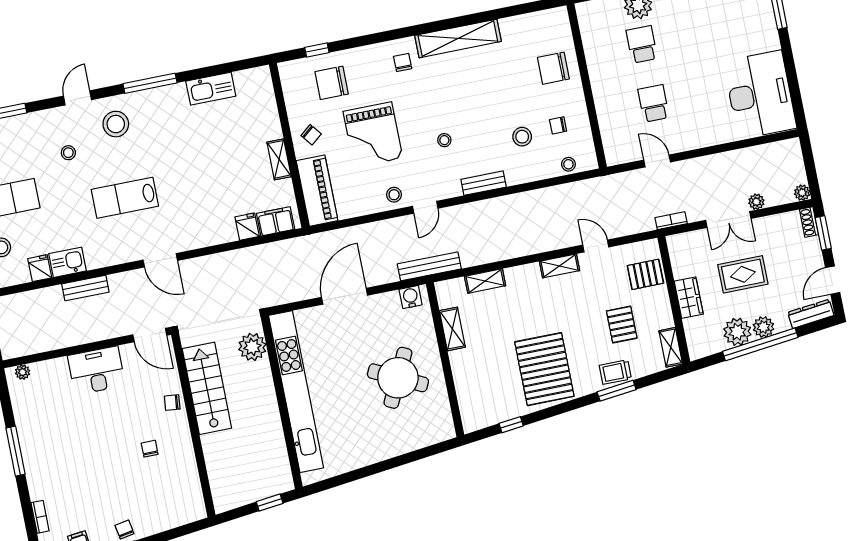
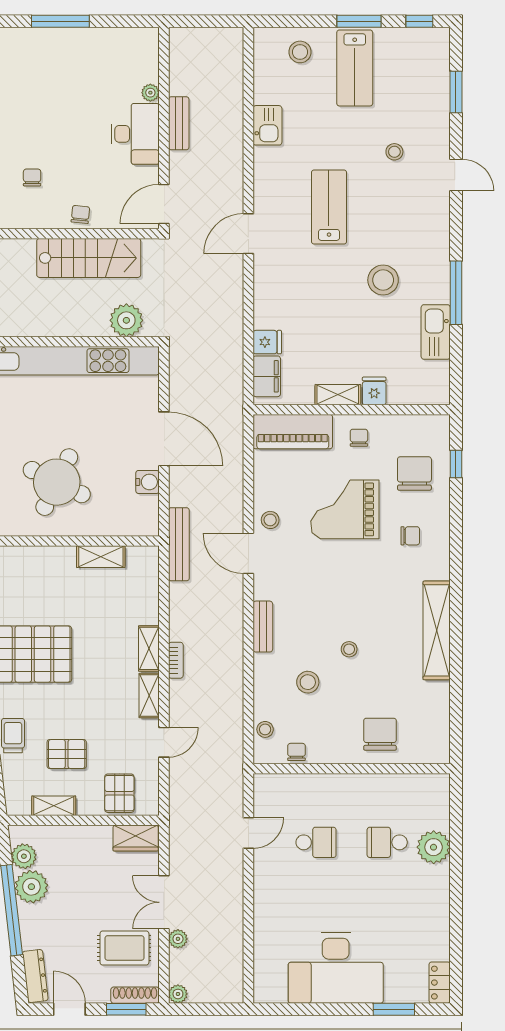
school desk: (642, 44) -> (387, 842), turned 180
chair: (403, 62) -> (410, 536), moved
window: (150, 83) -> (456, 293), moved
desk: (760, 95) -> (336, 968), moved
stool: (116, 124) -> (383, 280), moved
chair: (558, 125) -> (296, 752), moved
chair: (311, 135) -> (359, 438), turned 129
stool: (444, 140) -> (349, 649), moved
door: (425, 207) -> (248, 553), width x1.38
bookcase: (671, 221) -> (176, 660), moved
shoe rack: (809, 222) -> (135, 995), width x1.43
fridge: (40, 268) -> (374, 391), moved, turned -90
rug: (743, 274) -> (124, 948), moved, turned 90
shelving: (485, 281) -> (149, 648), moved
bench: (85, 288) -> (179, 123), moved
water cooler: (411, 297) -> (148, 482), moved
wardrobe: (689, 298) -> (136, 838), moved
plant: (763, 327) -> (24, 856), moved
shelving: (671, 347) -> (54, 806), moved
plant: (23, 372) -> (150, 93), moved
chair: (150, 449) -> (32, 177), turned -90

